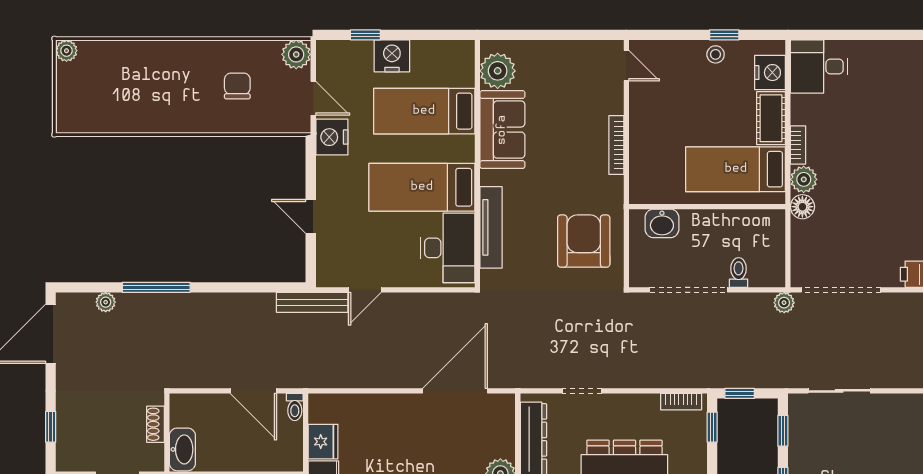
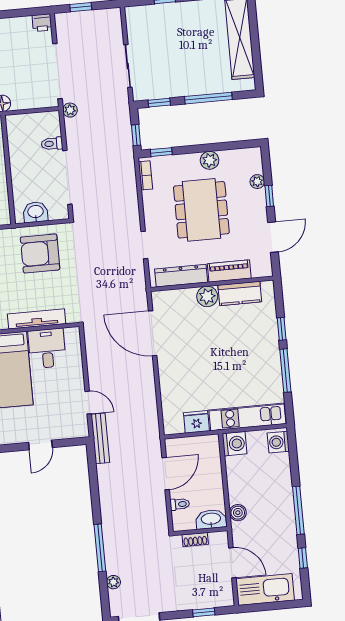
washbasin: (662, 223) -> (36, 212), moved, turned -90
desk: (447, 248) -> (47, 348), width x0.73
toilet: (295, 407) -> (180, 504), moved

